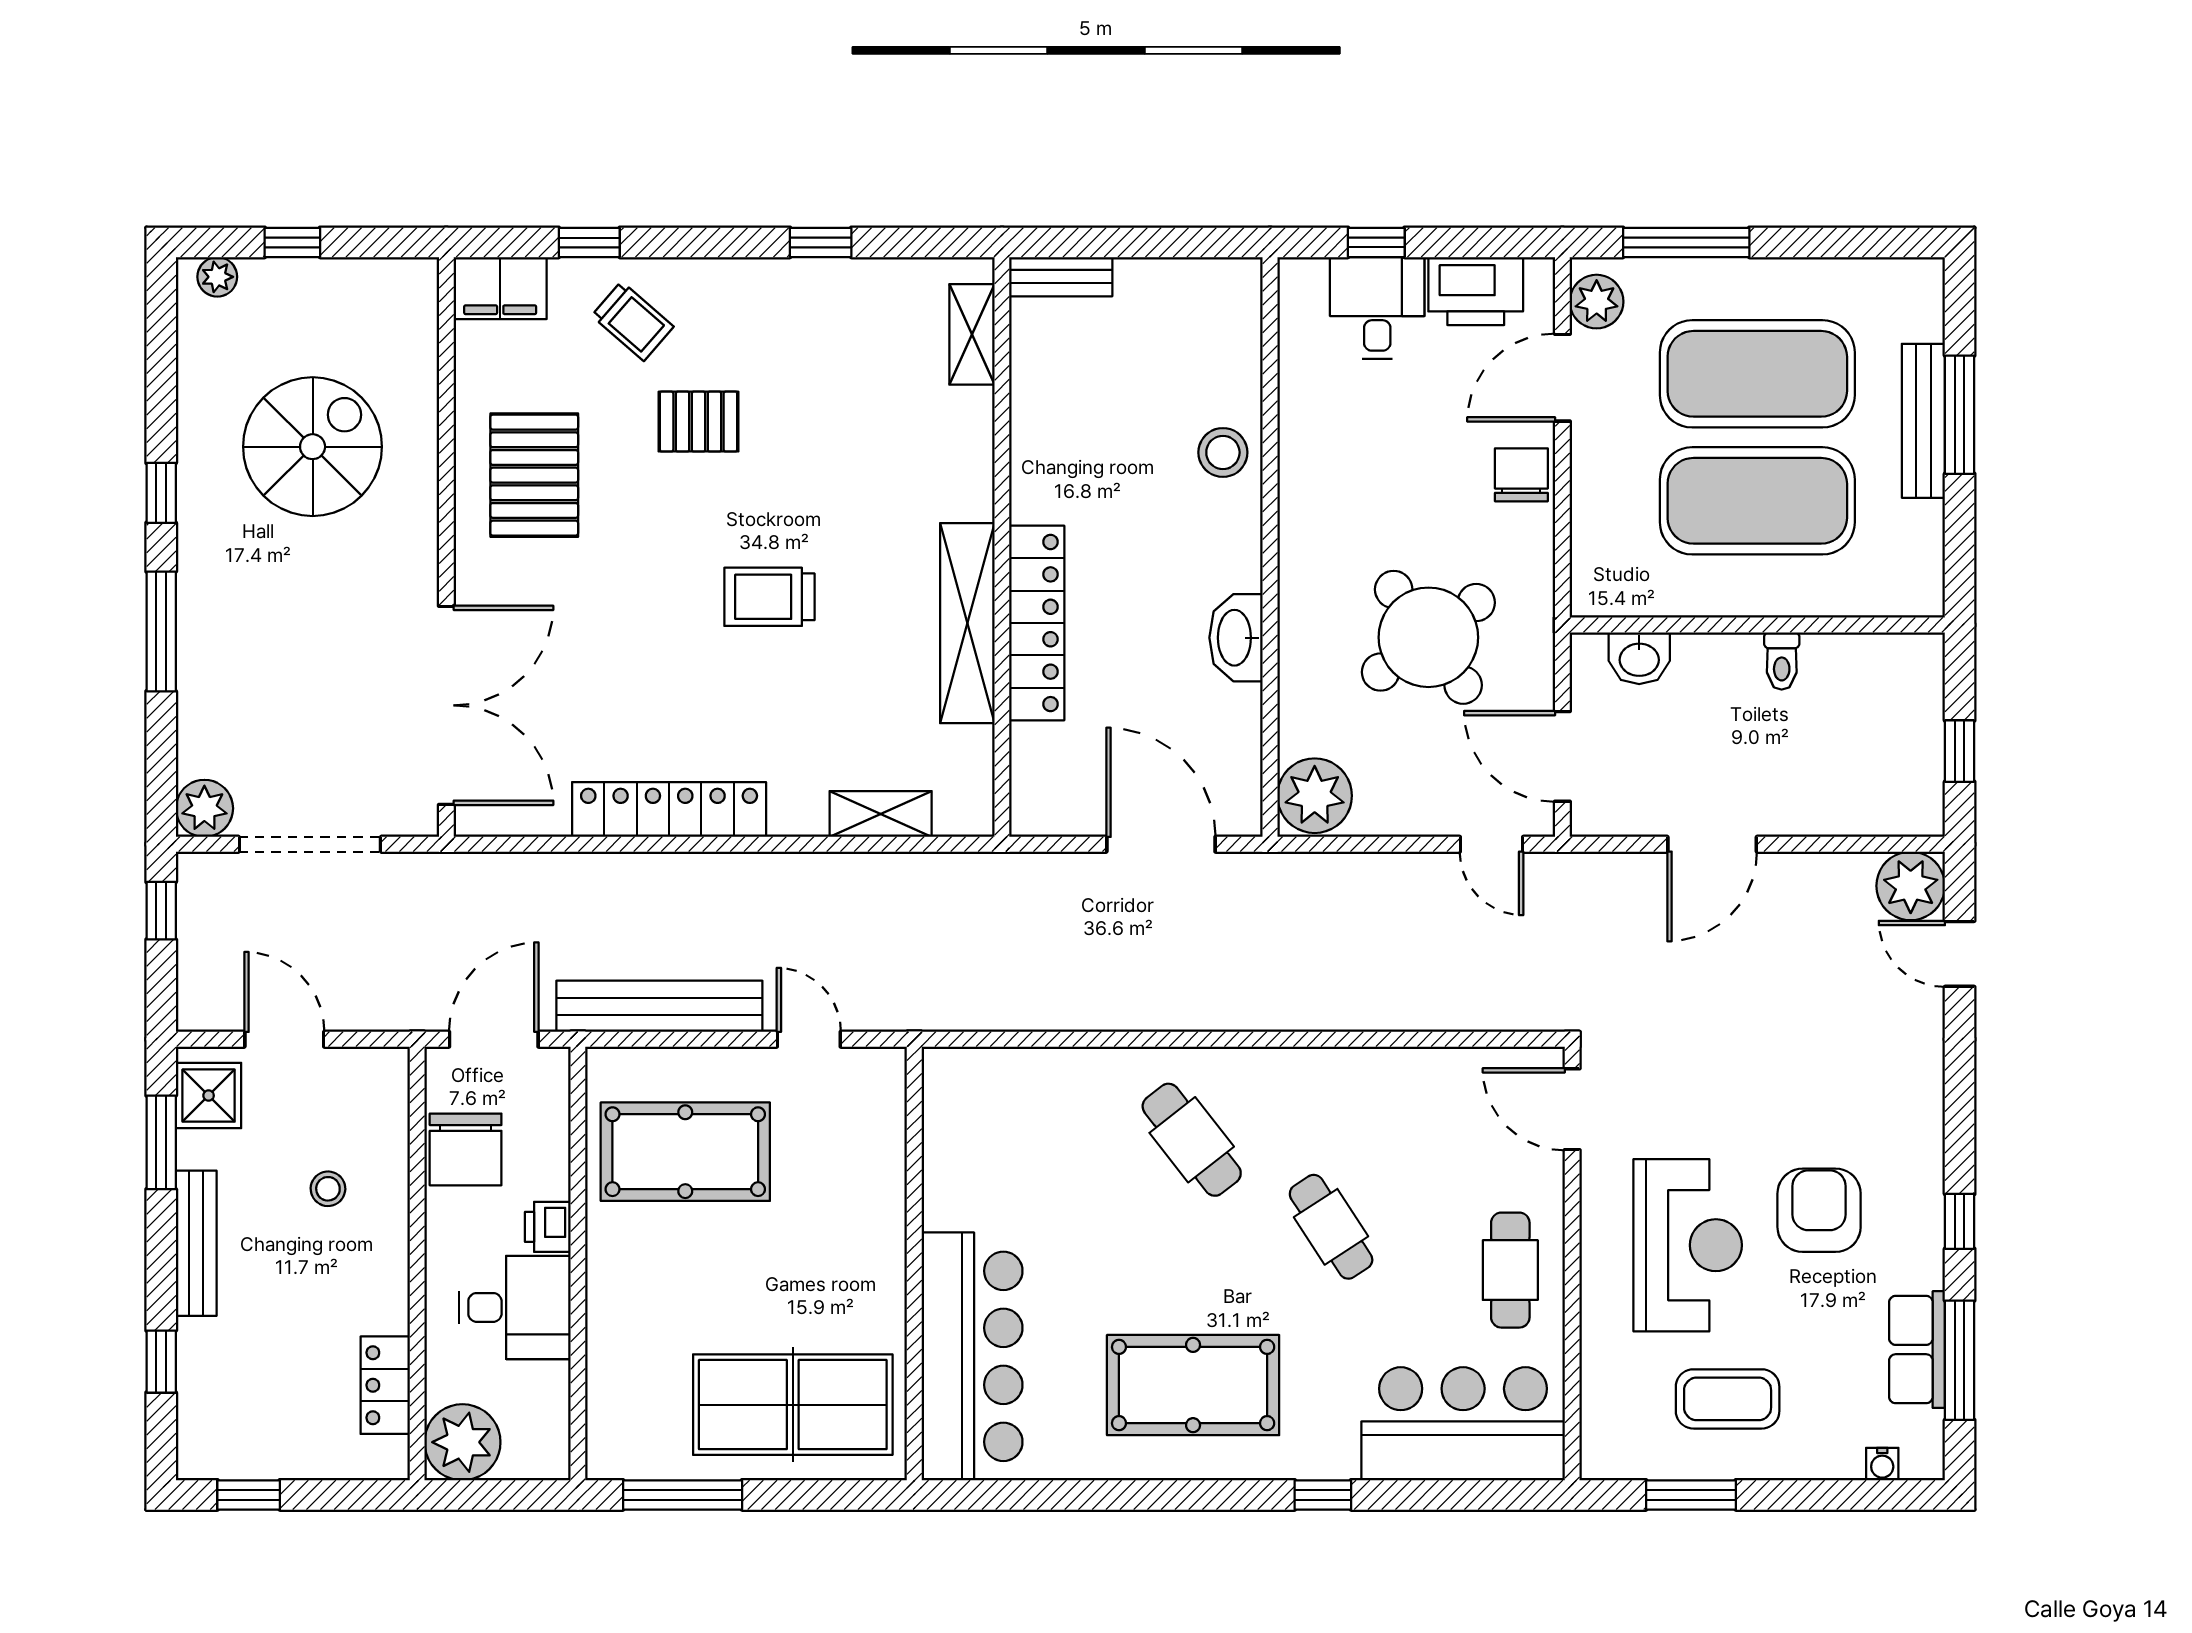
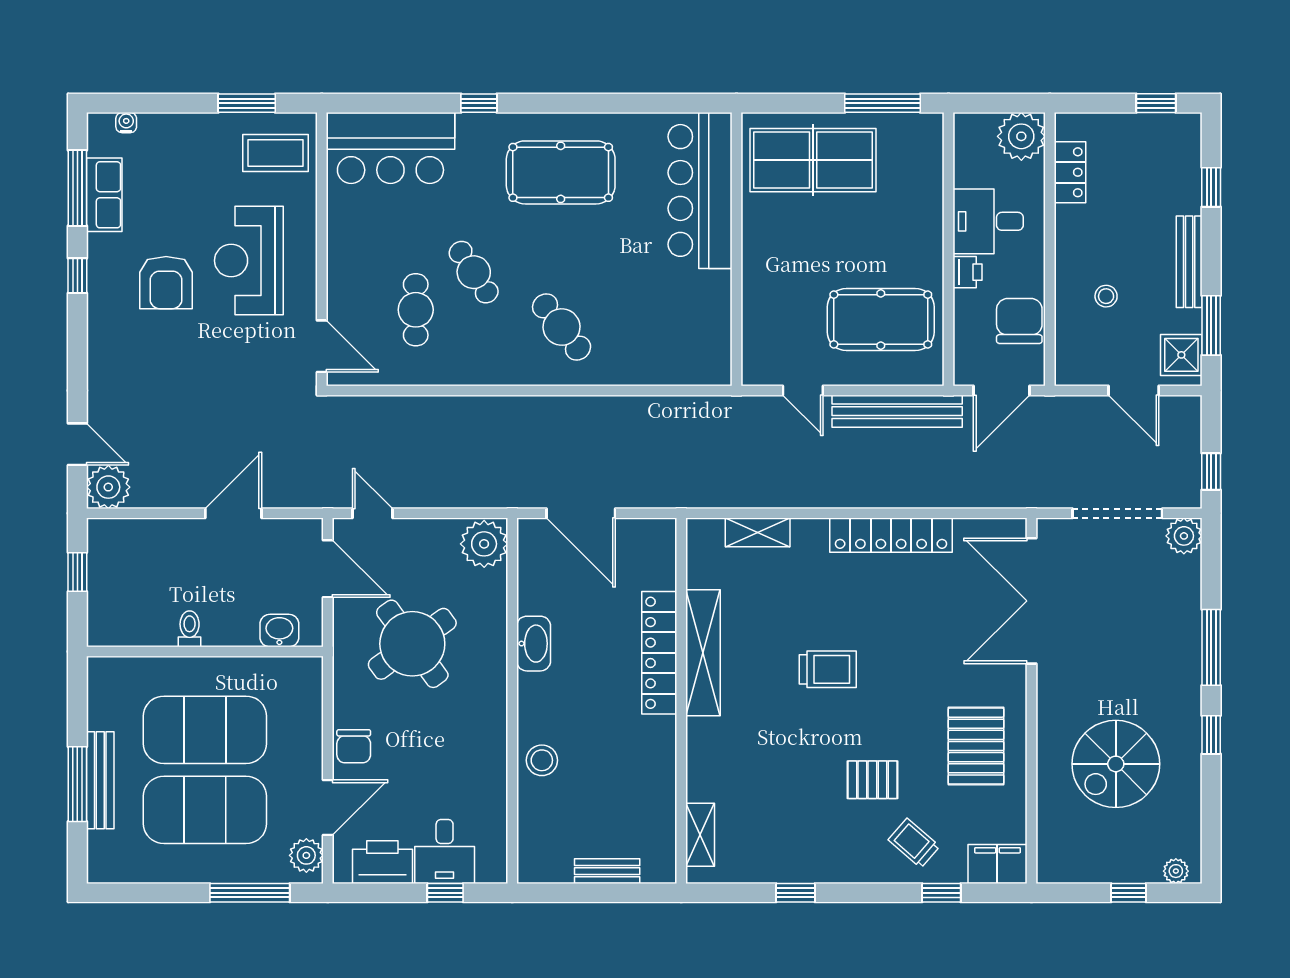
bench: (1061, 277) -> (607, 871), moved
cafe table: (1510, 1270) -> (416, 310), moved
coffee table: (1728, 1399) -> (276, 153), moved

